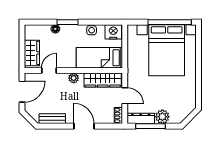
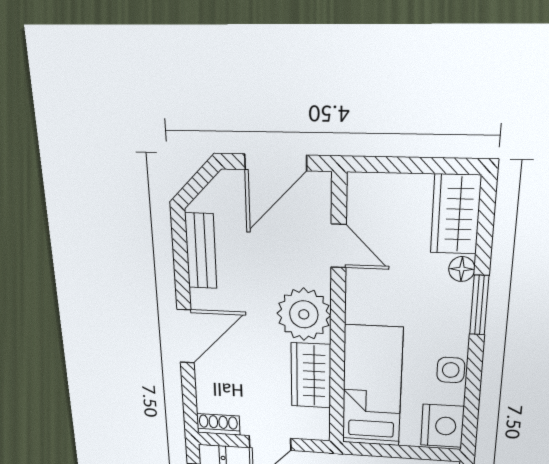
wardrobe: (32, 53) -> (456, 214), moved, turned 90
plant: (74, 78) -> (304, 314), width x1.88, depth x1.88
wardrobe: (103, 80) -> (311, 375), width x0.67
door: (22, 92) -> (276, 162), hinge flipped

